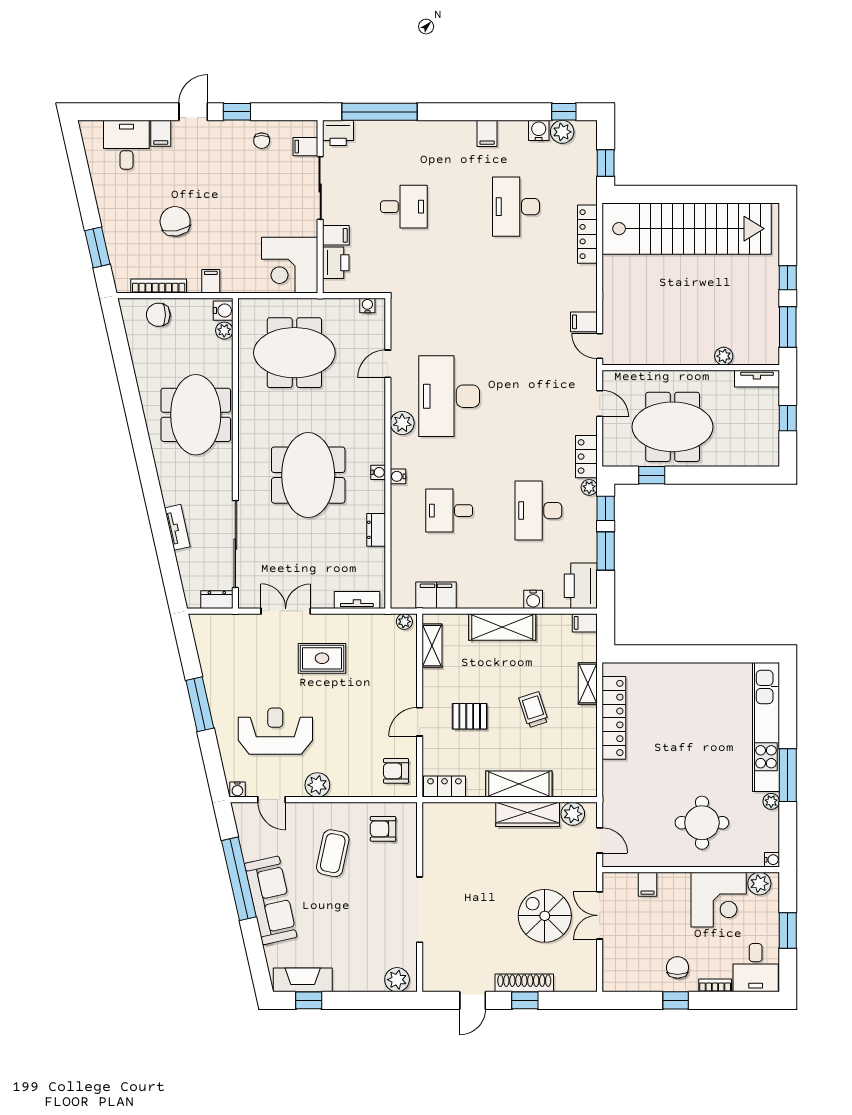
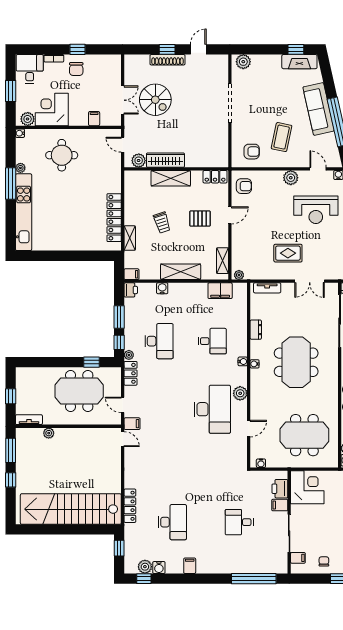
printer: (338, 133) -> (278, 566), removed
filing cabinet: (584, 322) -> (132, 424), moved
printer: (581, 586) -> (131, 290), width x0.53, depth x0.68

